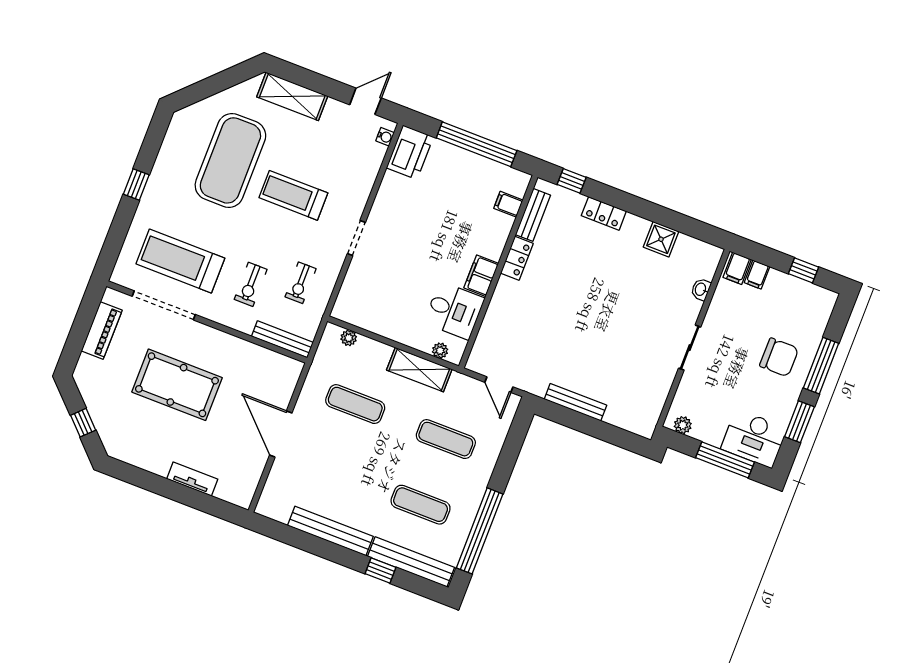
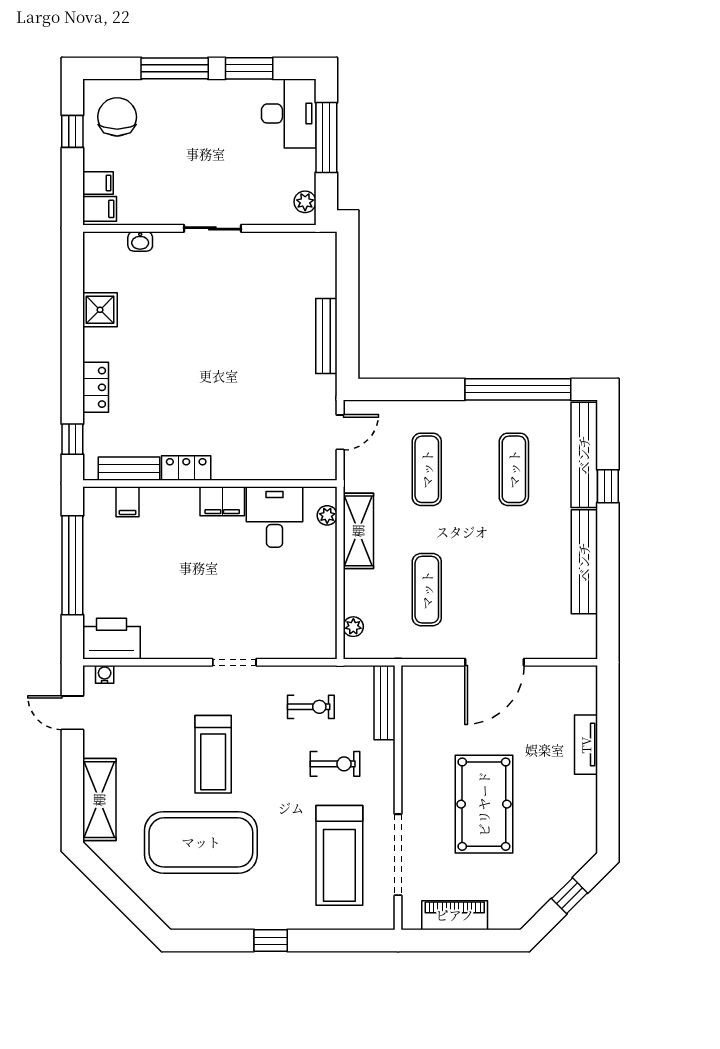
chair: (779, 357) -> (117, 117), moved

